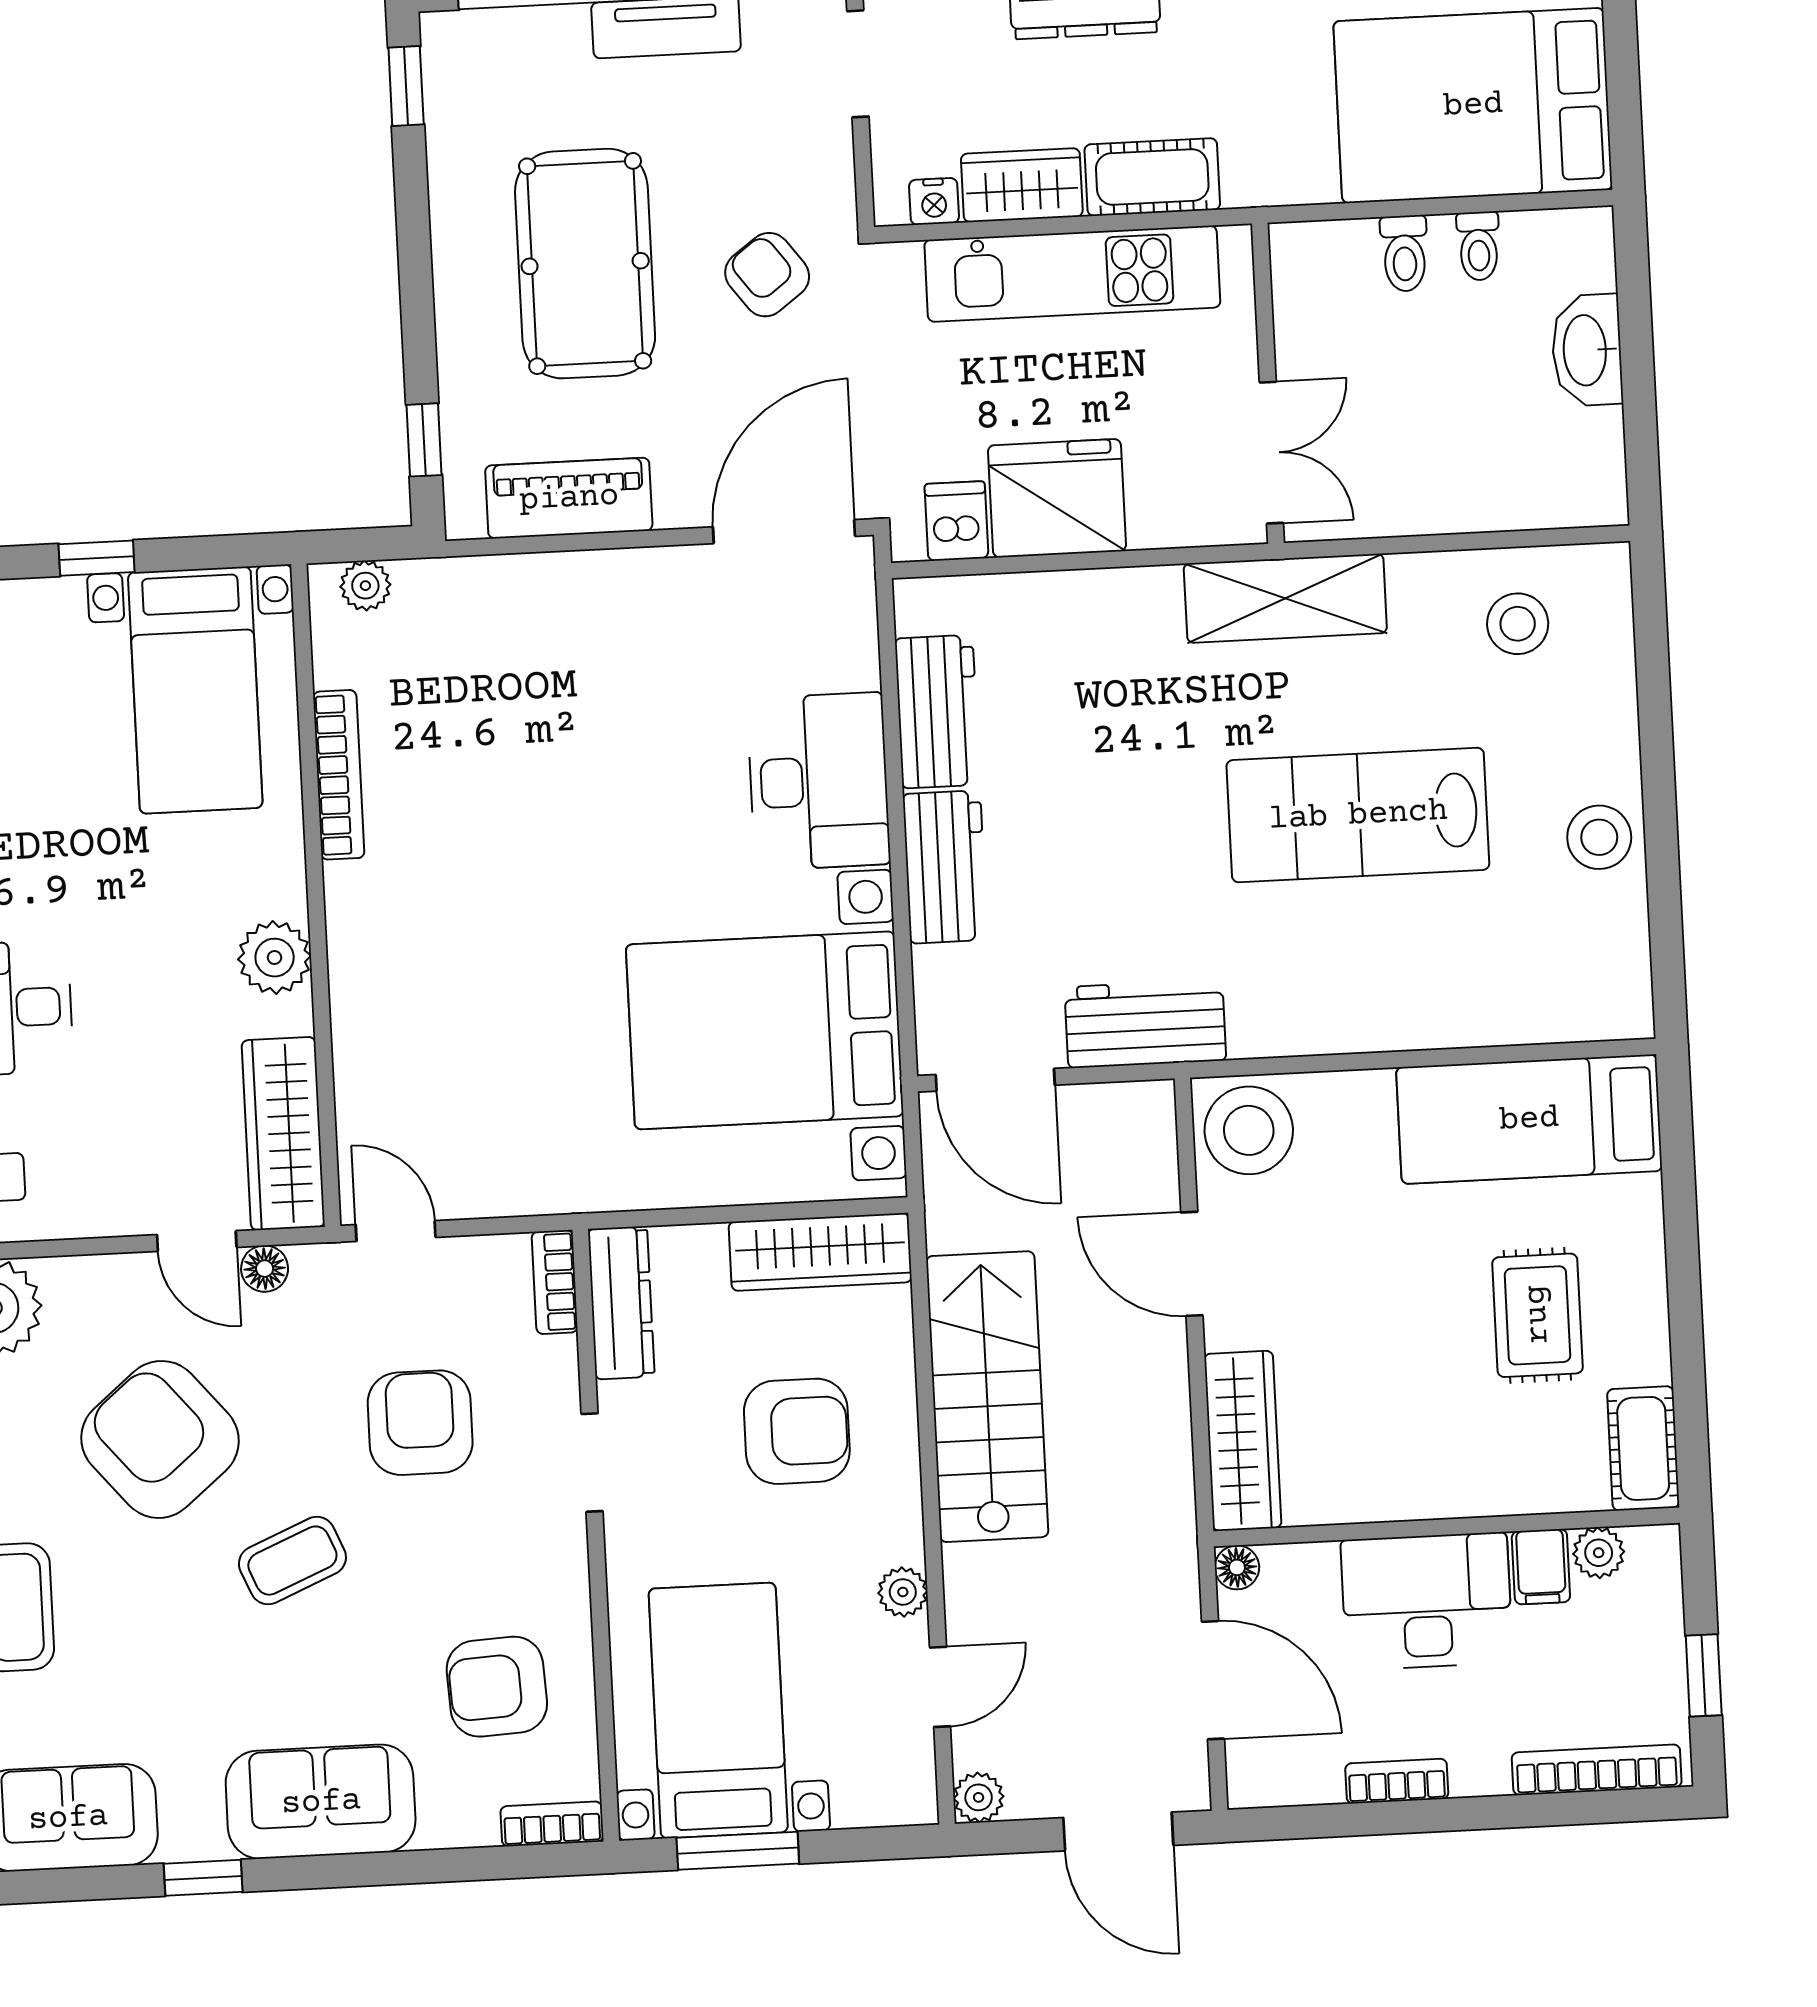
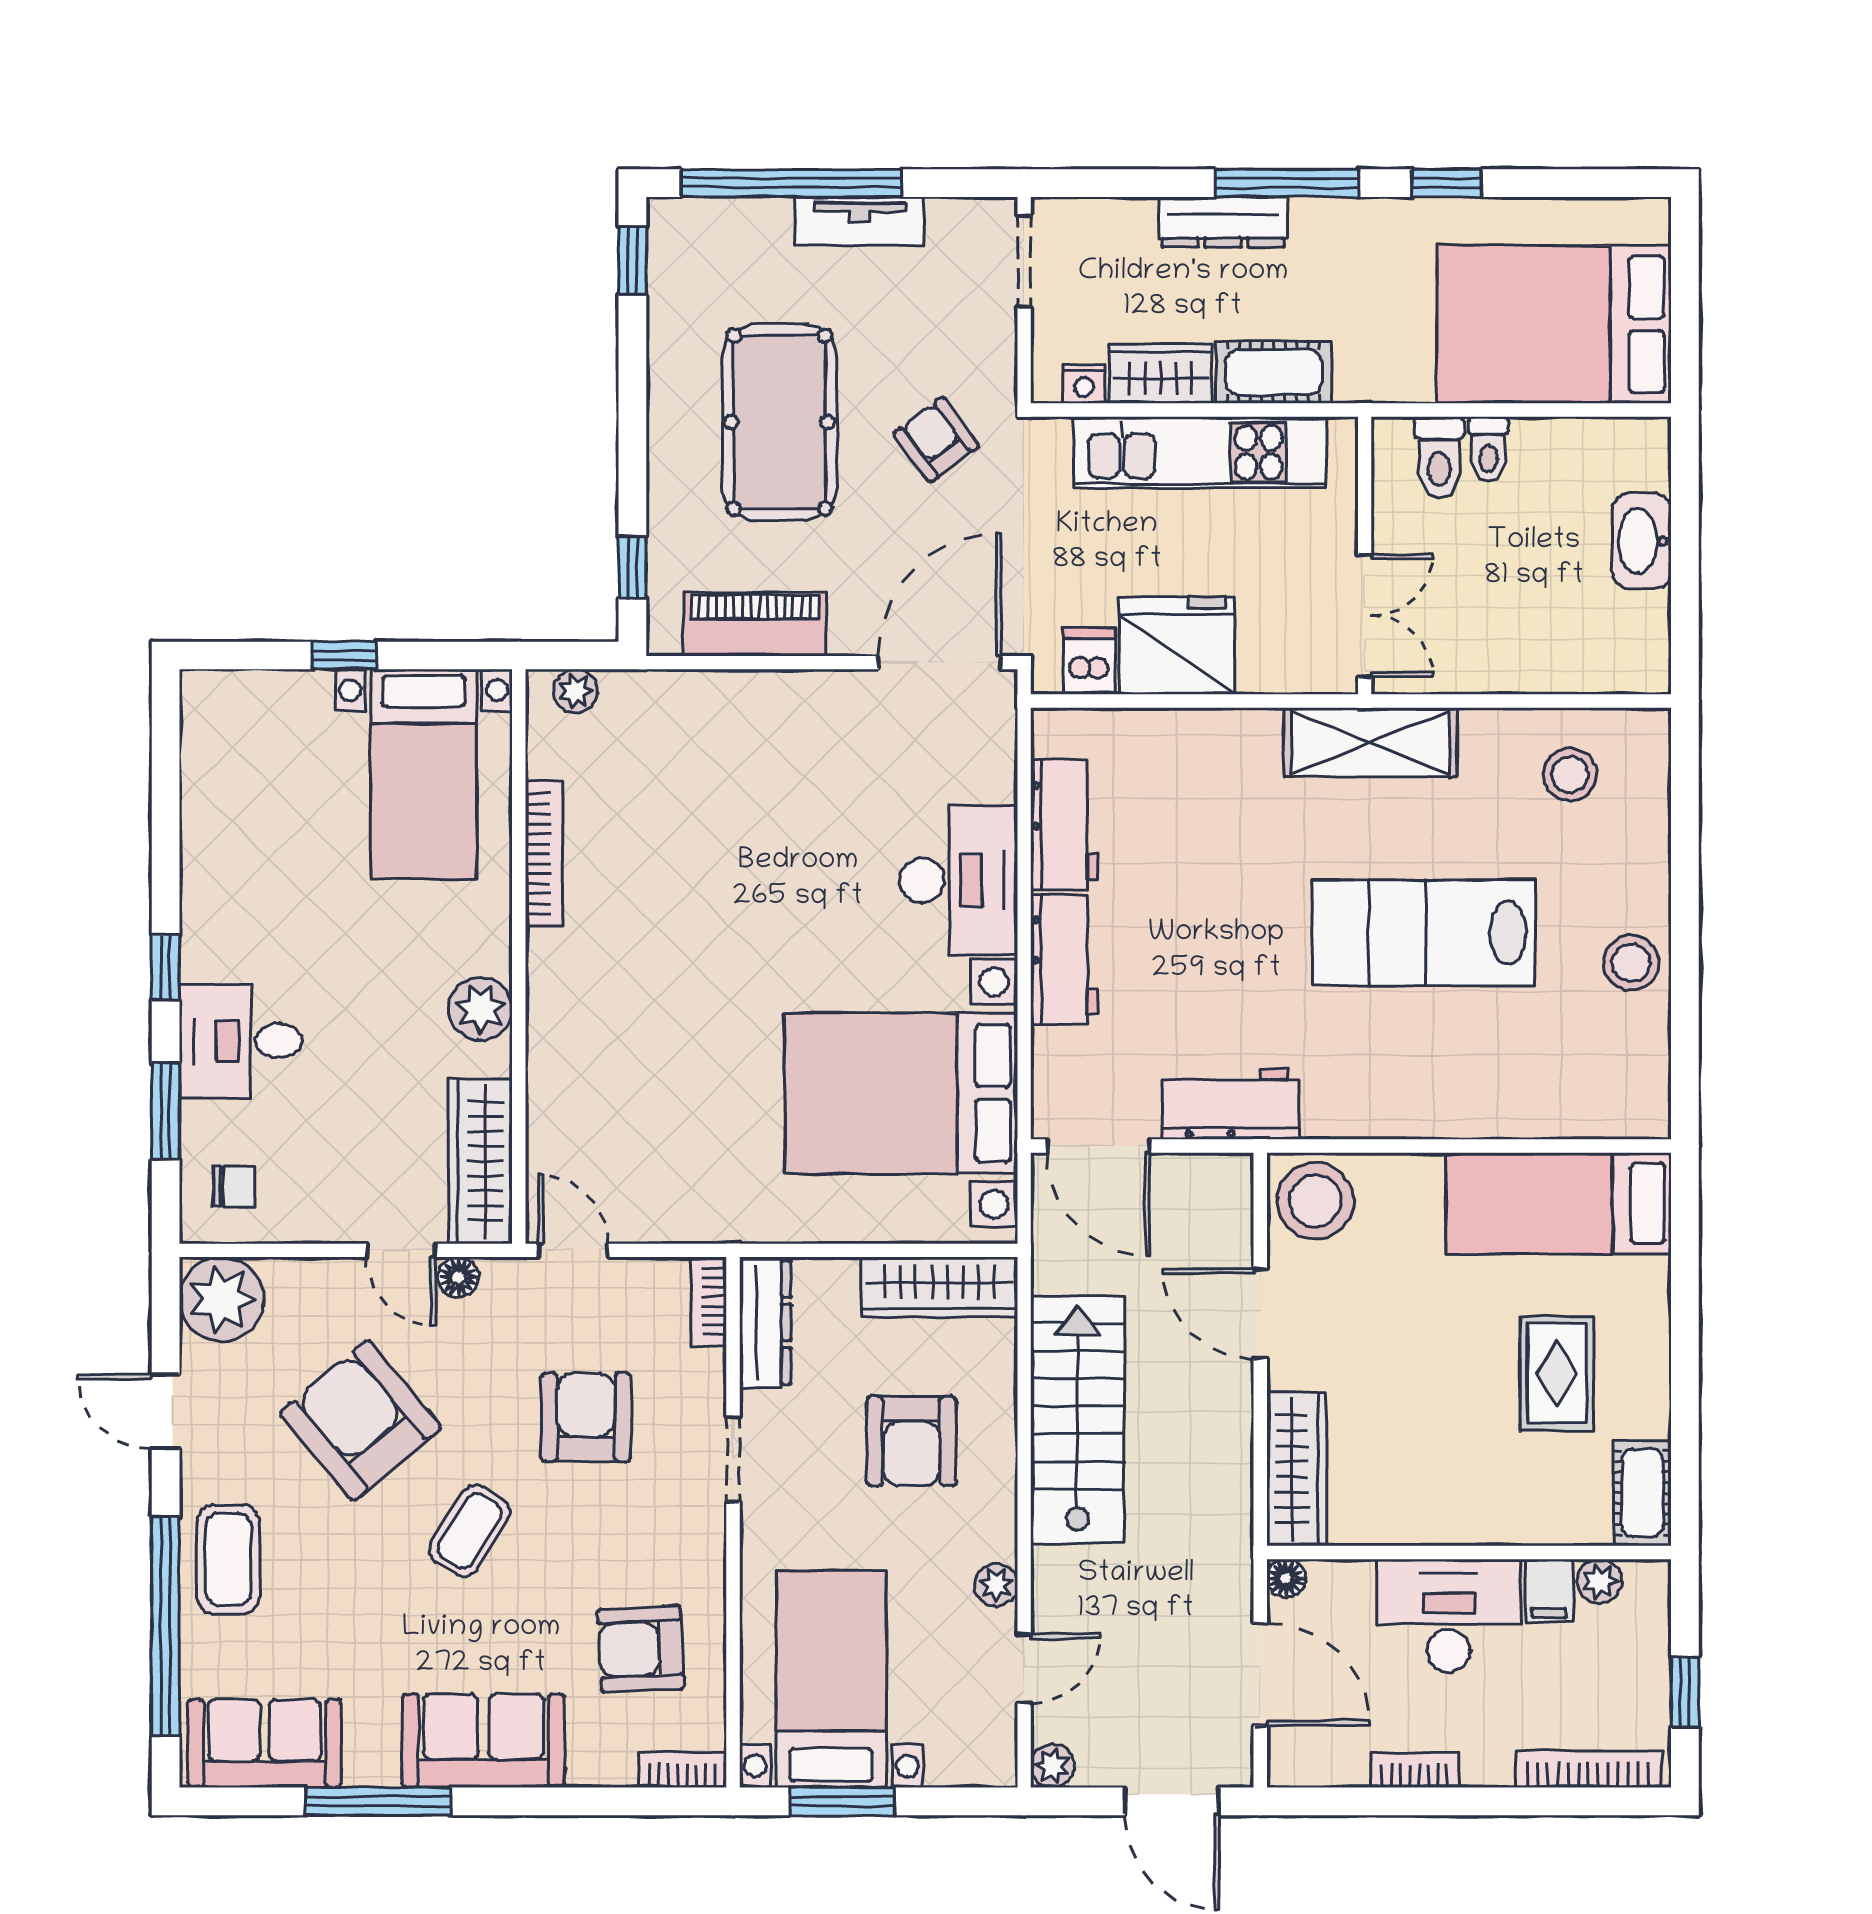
toilet: (1479, 246) -> (1439, 458), moved, width x1.37, depth x1.39
armchair: (797, 1431) -> (911, 1441), turned 90
coffee table: (292, 1561) -> (470, 1531), turned -35
window: (203, 1878) -> (378, 1801), width x2.17

